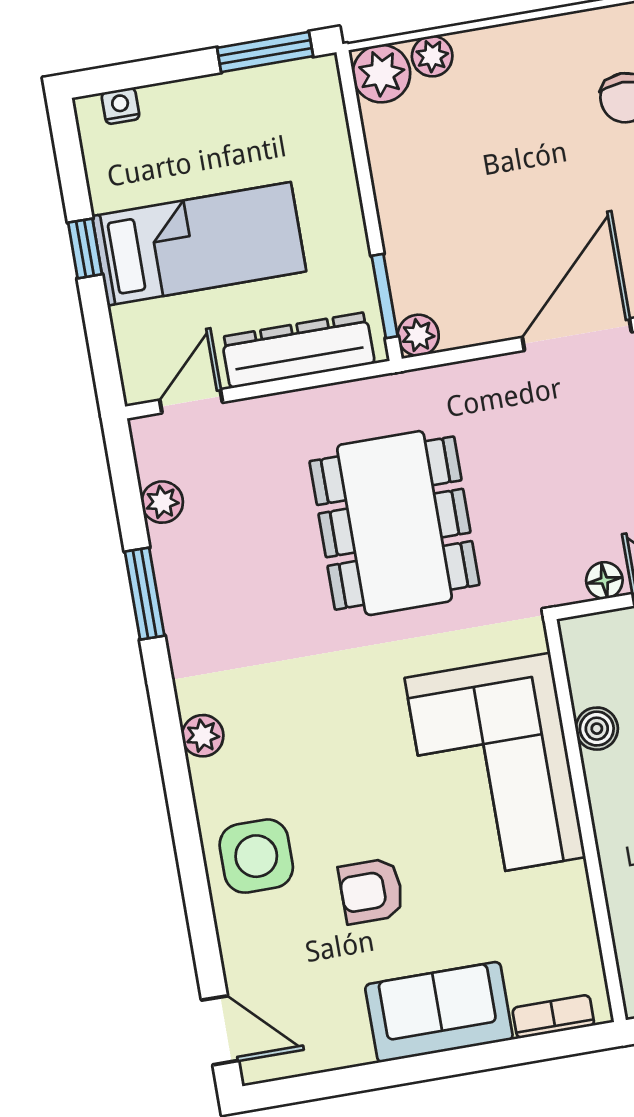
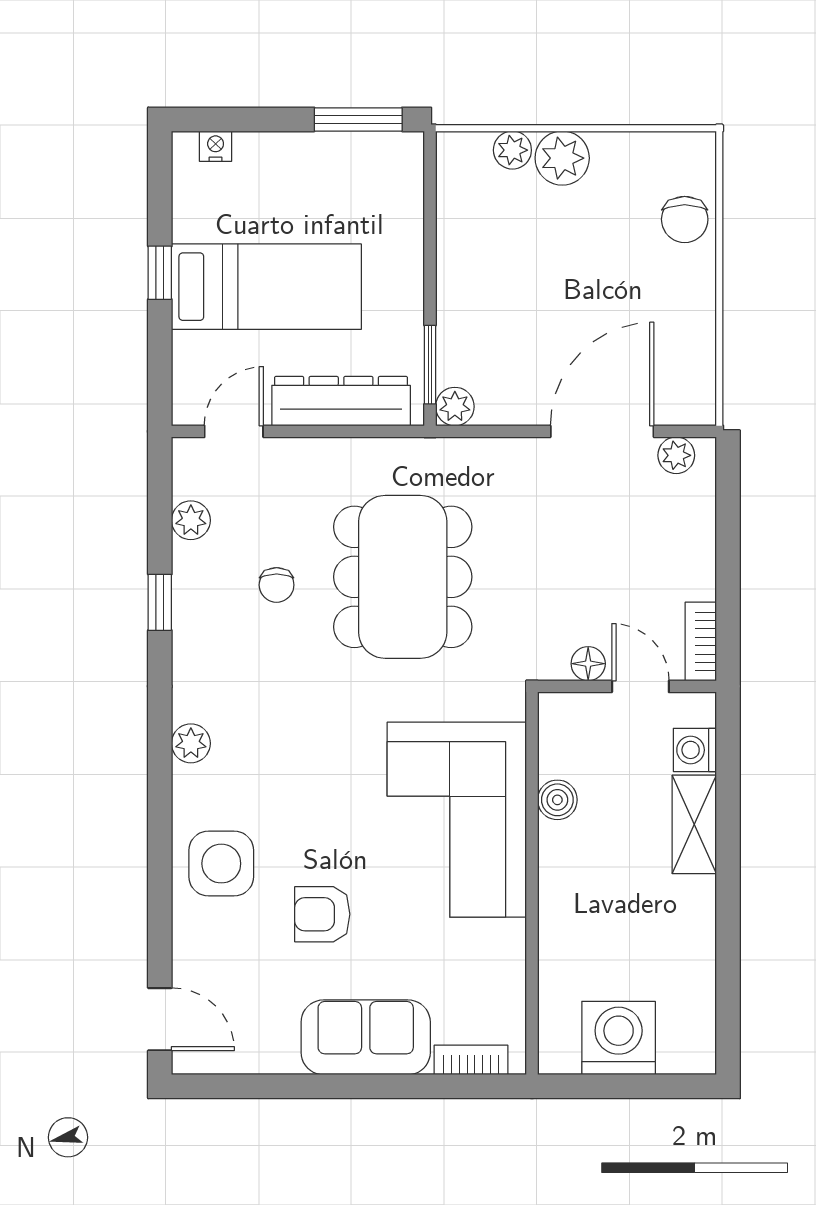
plant: (381, 74) -> (562, 158), moved
chair: (264, 554) -> (277, 585), added
window: (145, 594) -> (160, 602), width x0.67

